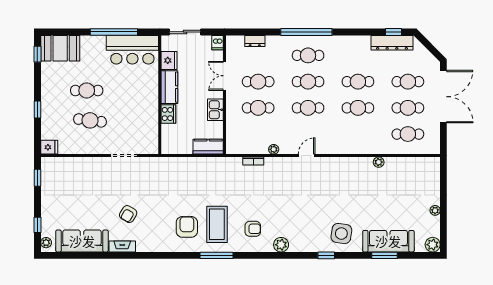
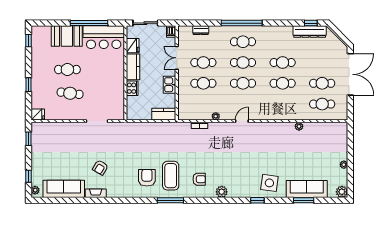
booth: (60, 48) -> (67, 36), moved
cafe table: (408, 82) -> (322, 62), removed

